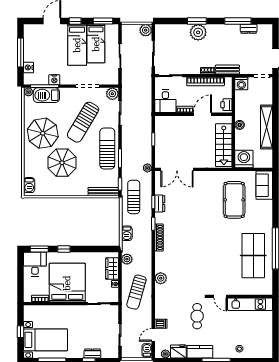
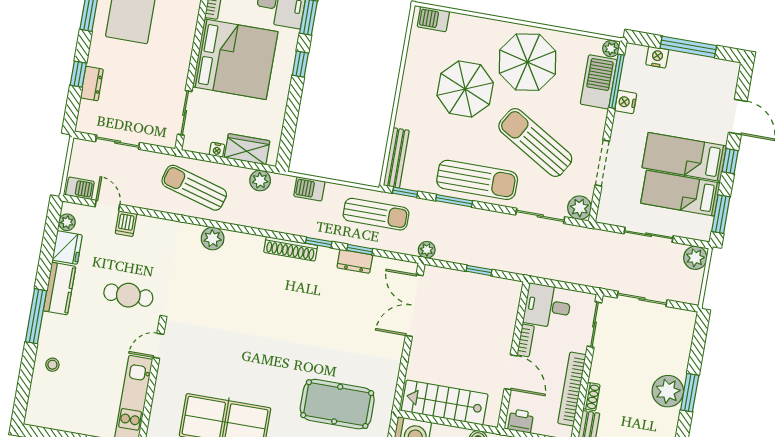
plant: (146, 30) -> (695, 258), moved

